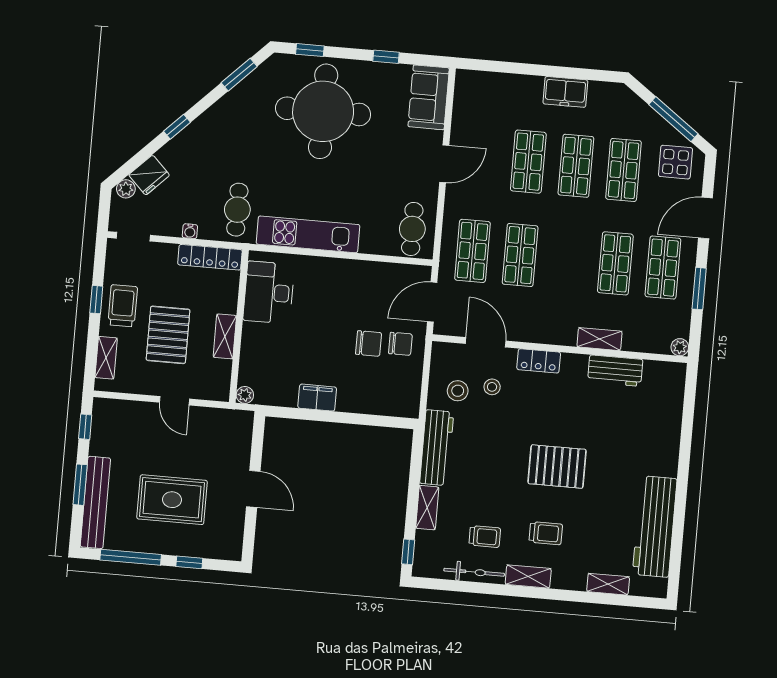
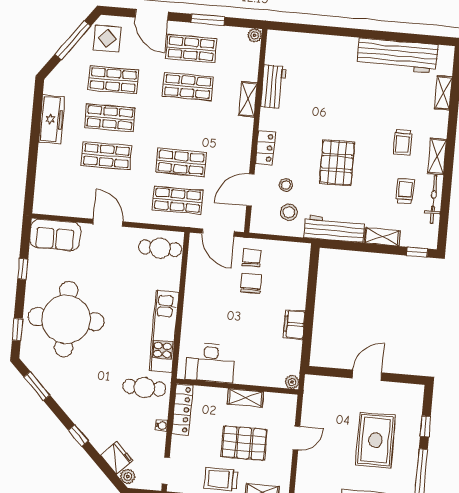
freezer: (565, 92) -> (52, 119), width x1.40
pallet: (557, 467) -> (337, 163), moved
trolley: (546, 533) -> (403, 142), turned 180

